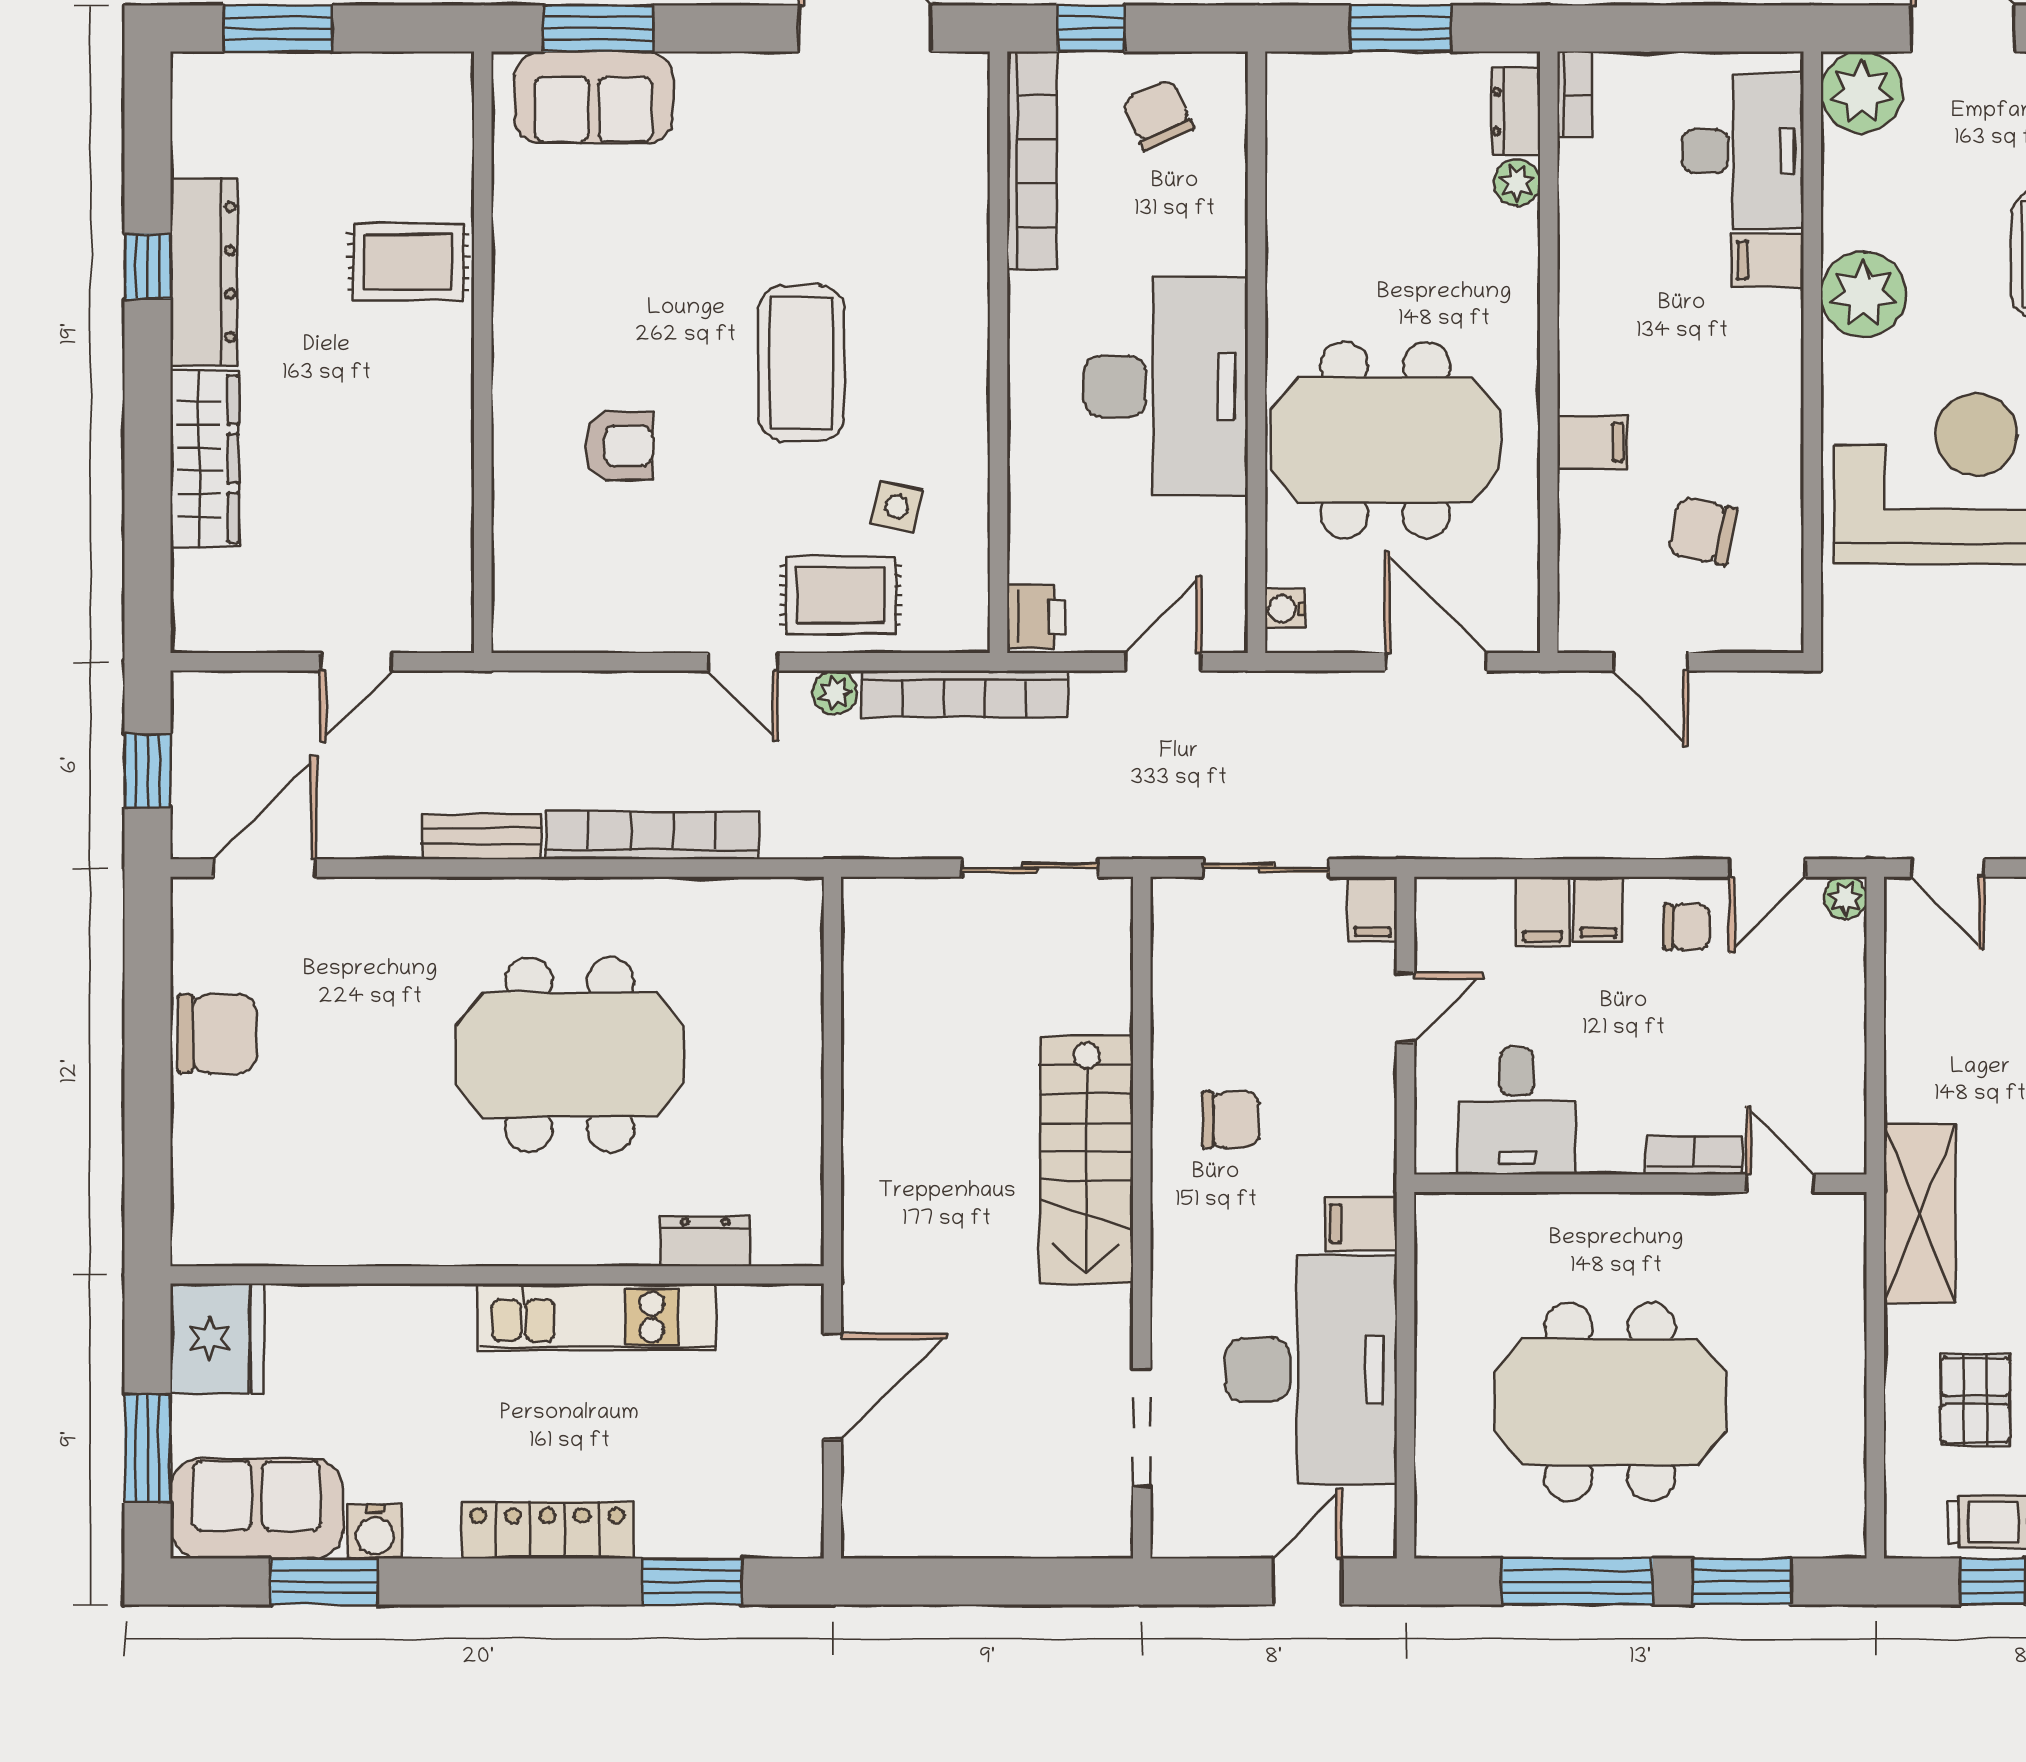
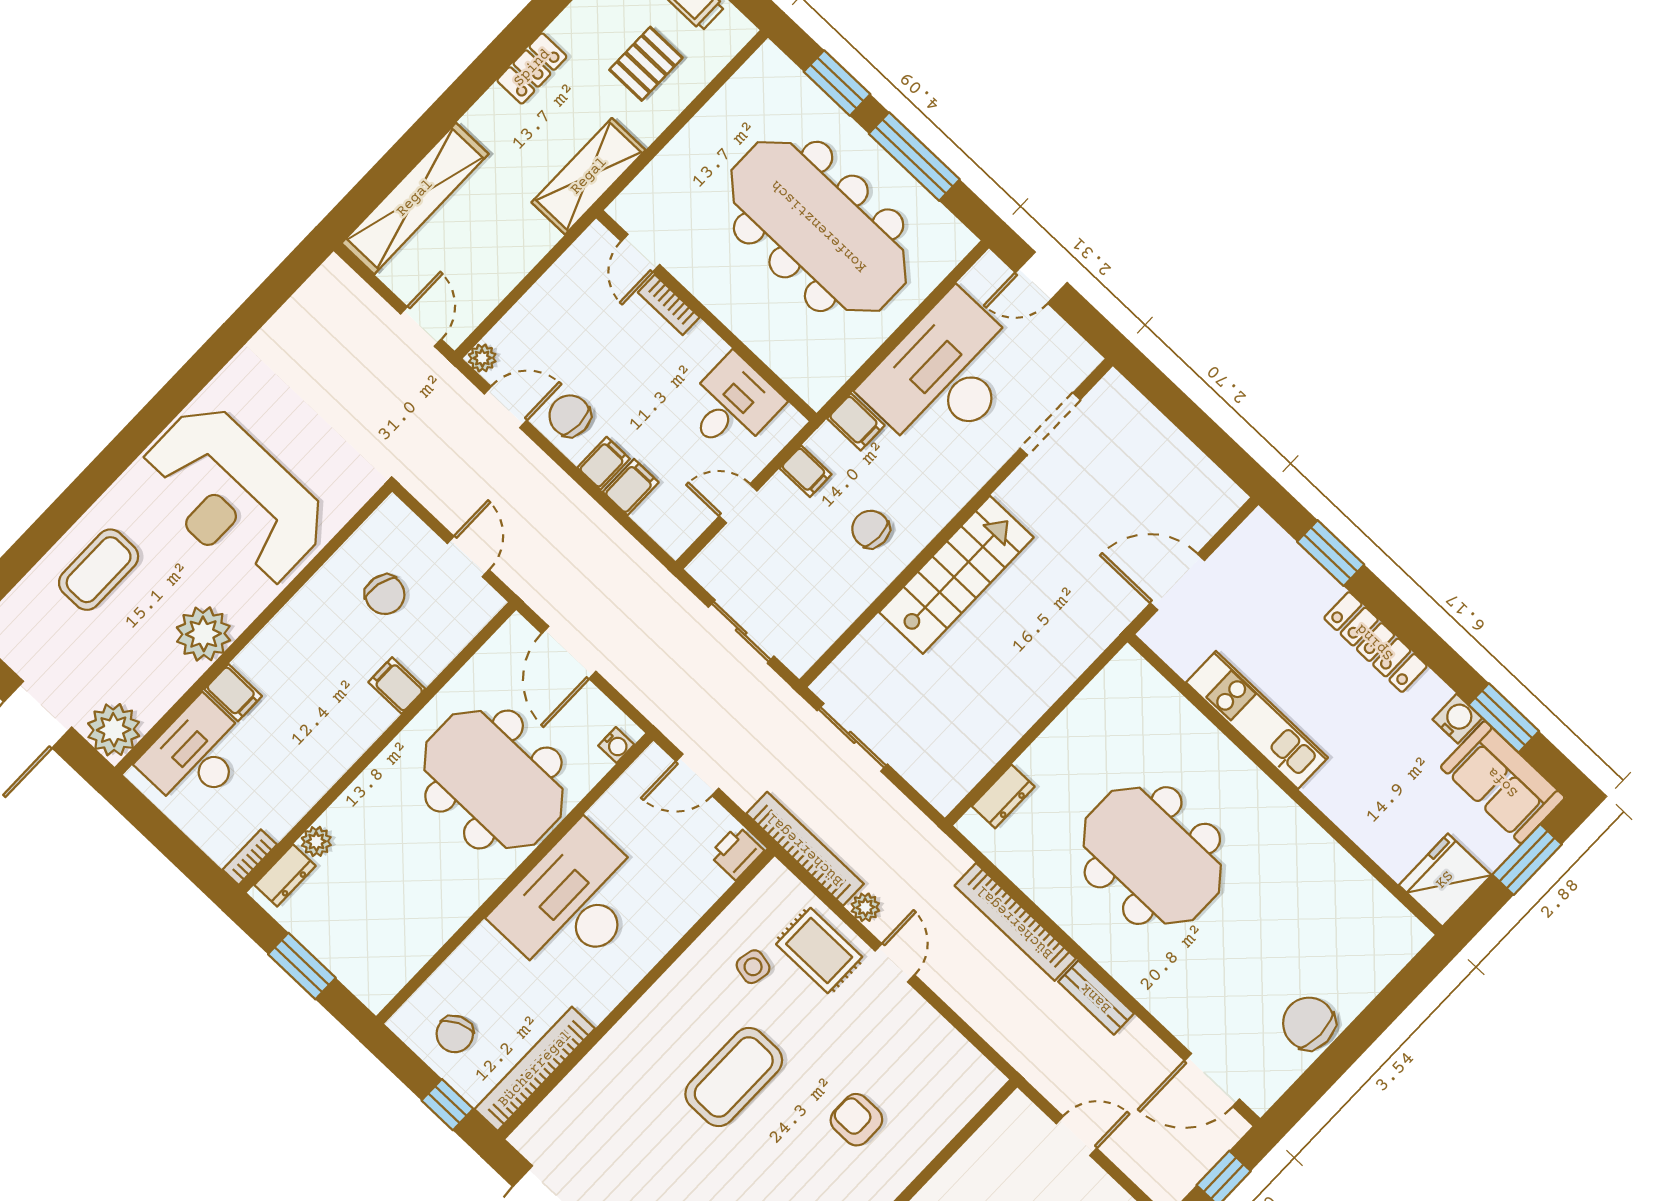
filing cabinet: (1373, 909) -> (806, 471), moved, turned 90
chair: (1686, 927) -> (570, 416), width x1.37, depth x1.37
dresser: (705, 1241) -> (1003, 796), moved, turned -90
meeting table: (1610, 1402) -> (819, 226), width x1.36

